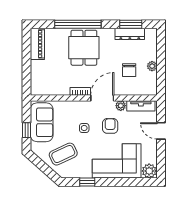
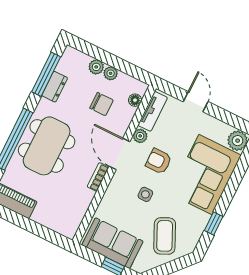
window: (131, 24) -> (46, 74), width x1.44
dresser: (130, 34) -> (55, 87), width x0.70
dining table: (84, 48) -> (47, 146), width x1.38
plant: (152, 55) -> (96, 67), added
floor lamp: (142, 91) -> (135, 100), added
door: (161, 131) -> (196, 102), swing flipped

